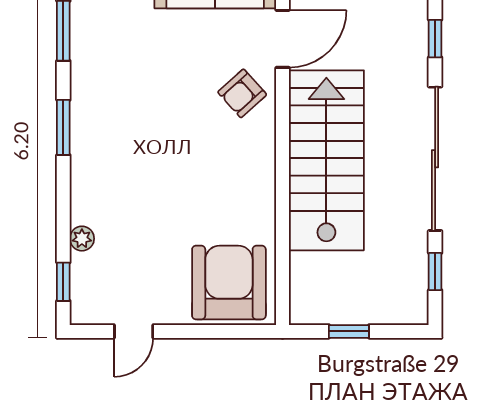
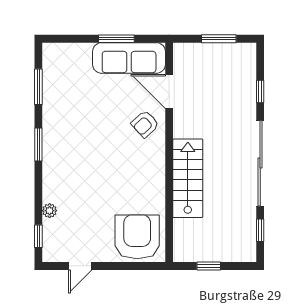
door: (283, 39) -> (169, 92), swing flipped
stairs: (326, 160) -> (188, 178), width x0.73, depth x0.66

